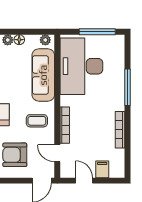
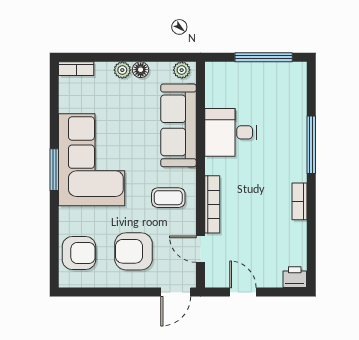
desk: (81, 66) -> (231, 132), width x0.53, depth x0.77
bookcase: (120, 130) -> (299, 201), width x0.64
filing cabinet: (102, 169) -> (271, 274), removed
printer: (117, 171) -> (295, 277), added

